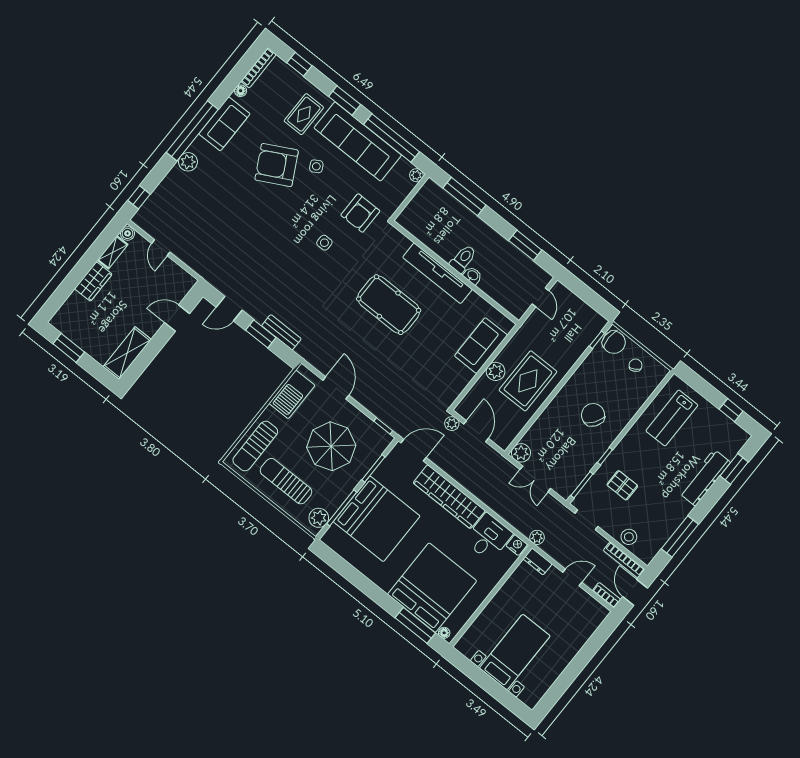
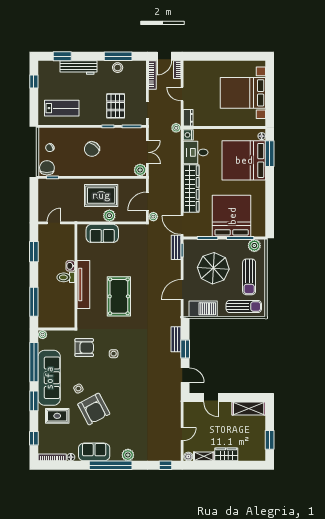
bench: (392, 422) -> (176, 247), added
pallet: (622, 485) -> (116, 106), width x1.50, depth x1.42
stool: (629, 537) -> (118, 68), moved
bed with nightstands: (515, 652) -> (243, 93), width x1.36

